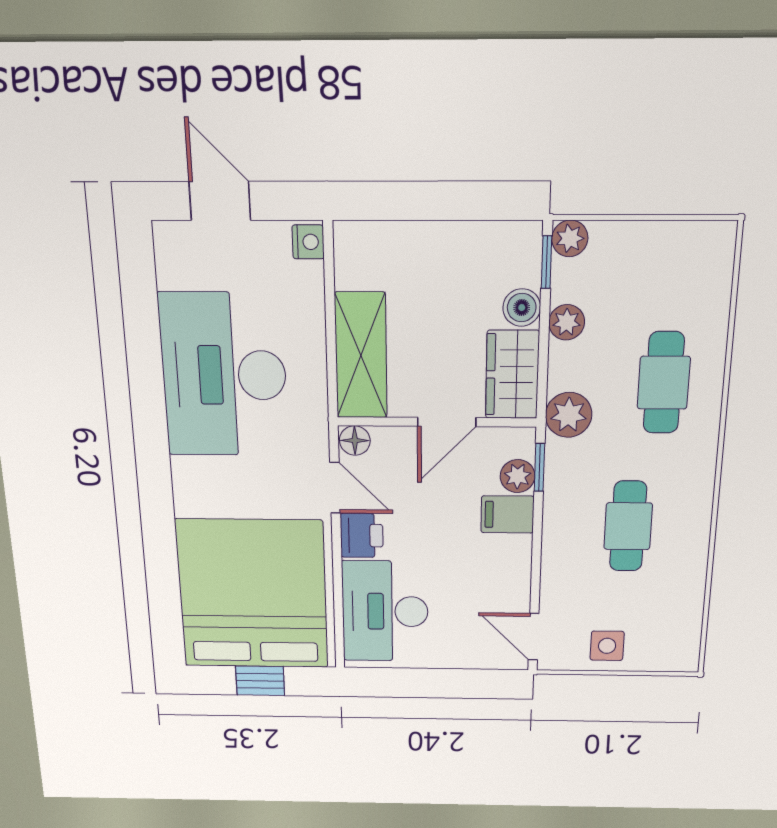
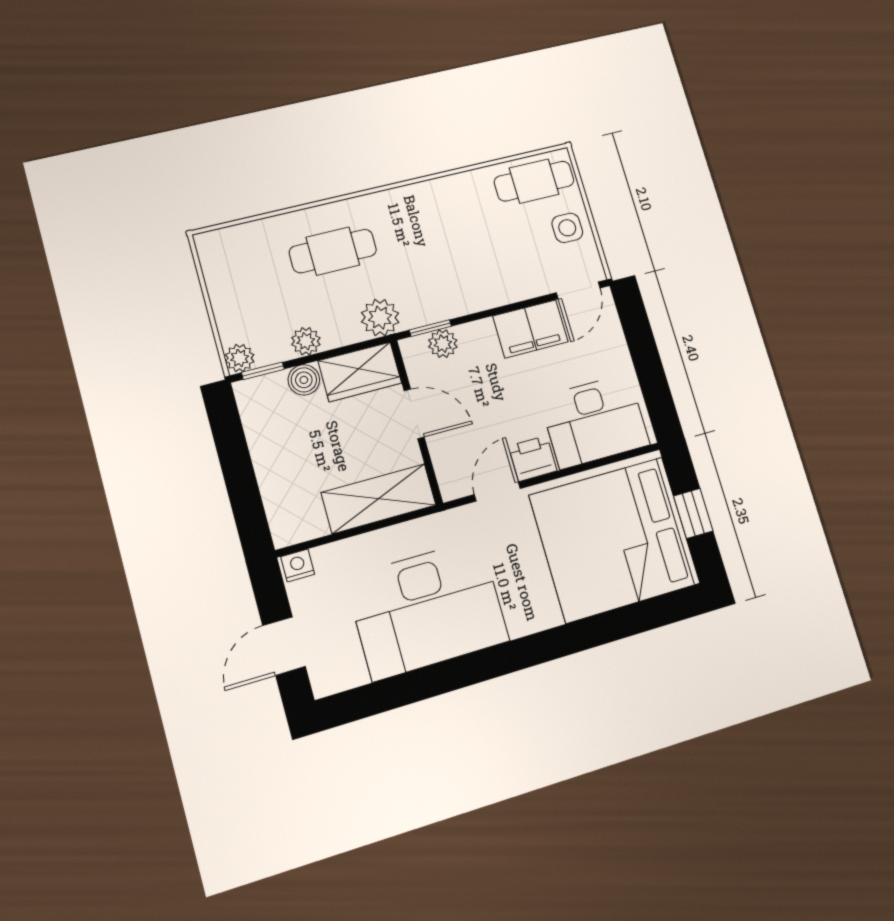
floor lamp: (355, 441) -> (452, 485), removed
filing cabinet: (507, 514) -> (530, 329), moved, width x2.00
cafe table: (628, 526) -> (534, 181), moved

